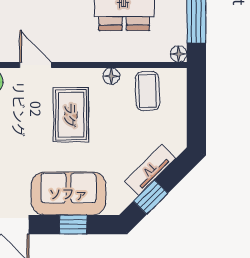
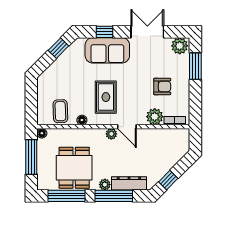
plant: (62, 53) -> (111, 134), added
tv unit: (150, 170) -> (59, 64), removed

